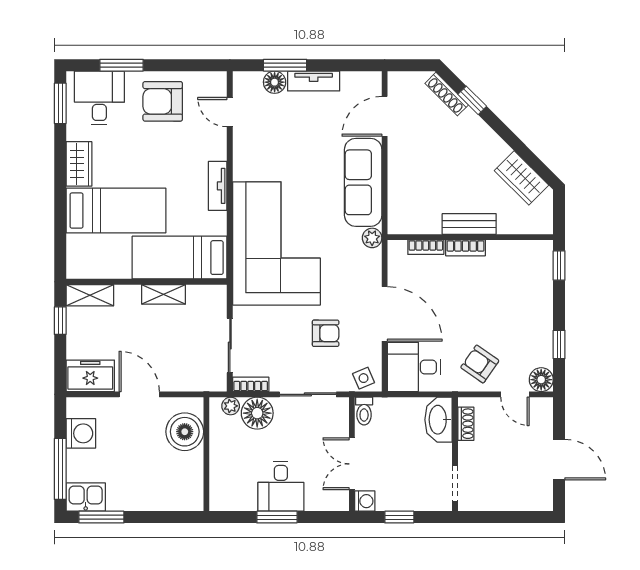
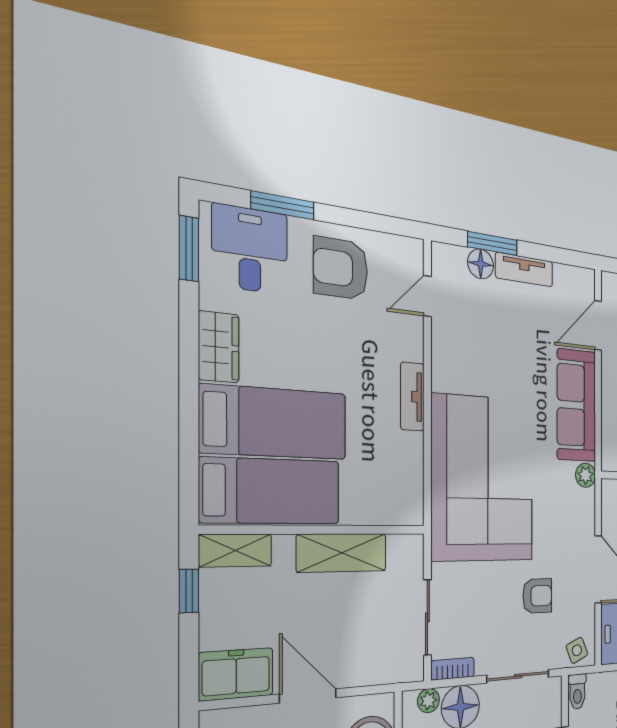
door: (230, 112) -> (427, 296), hinge flipped
bed: (180, 258) -> (271, 491), moved, turned 180
shelving: (164, 294) -> (342, 553), width x1.50, depth x1.33

